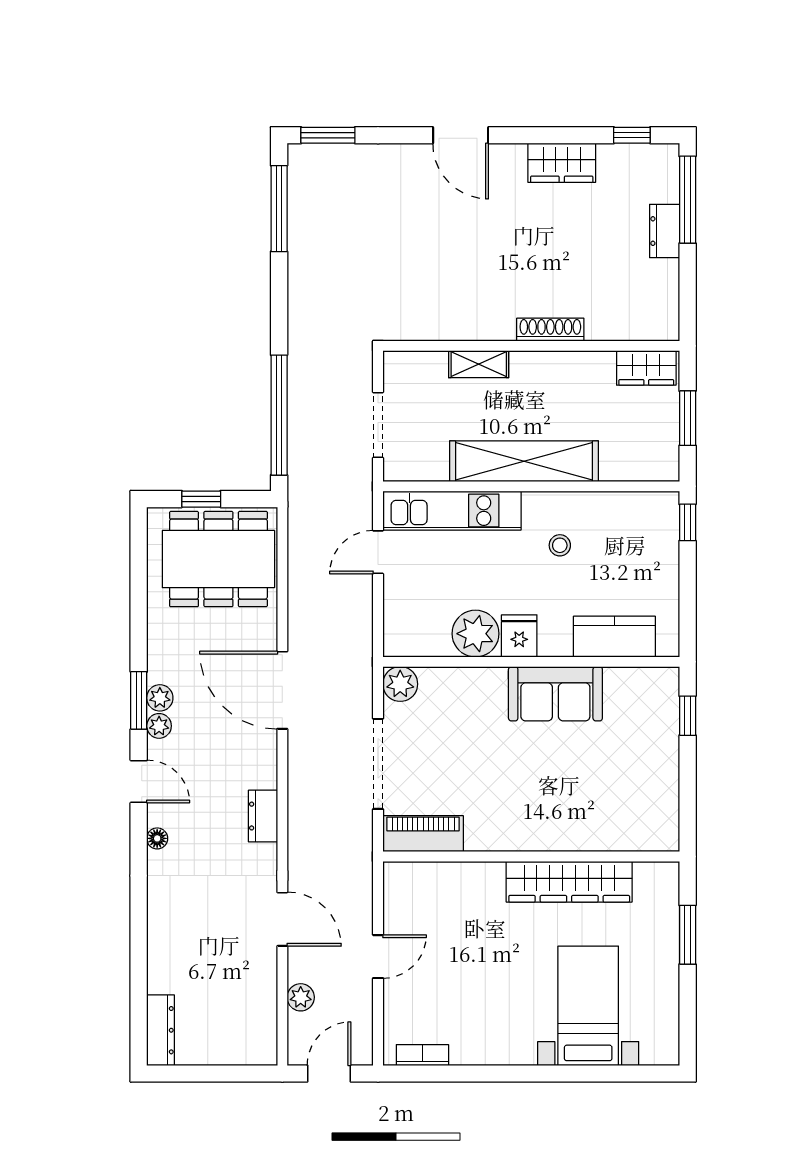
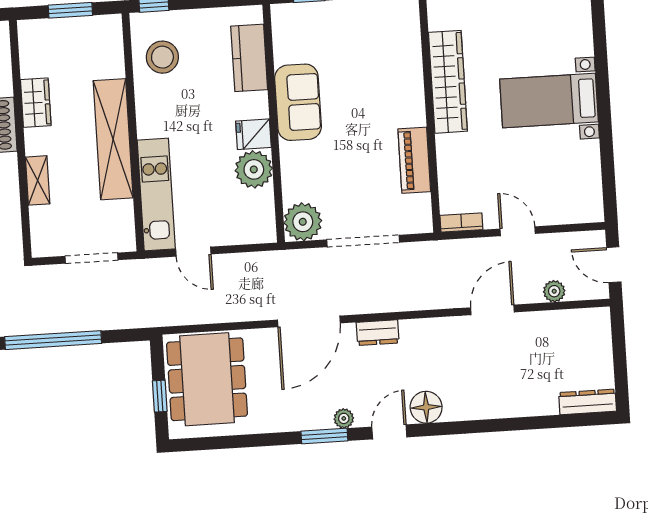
wardrobe: (646, 368) -> (36, 103), moved
window: (279, 415) -> (53, 340), moved
stool: (560, 545) -> (162, 57), moved, width x1.89, depth x1.89
plant: (400, 684) -> (303, 222), width x1.36, depth x1.36
plant: (160, 698) -> (321, 419), removed
dresser: (263, 816) -> (378, 333), moved
piano: (423, 834) -> (414, 160), moved
floor lamp: (157, 838) -> (426, 407), width x1.89, depth x1.89
bed with nightstands: (588, 1006) -> (549, 100), moved
bookcase: (422, 1055) -> (461, 223), moved, turned 90

